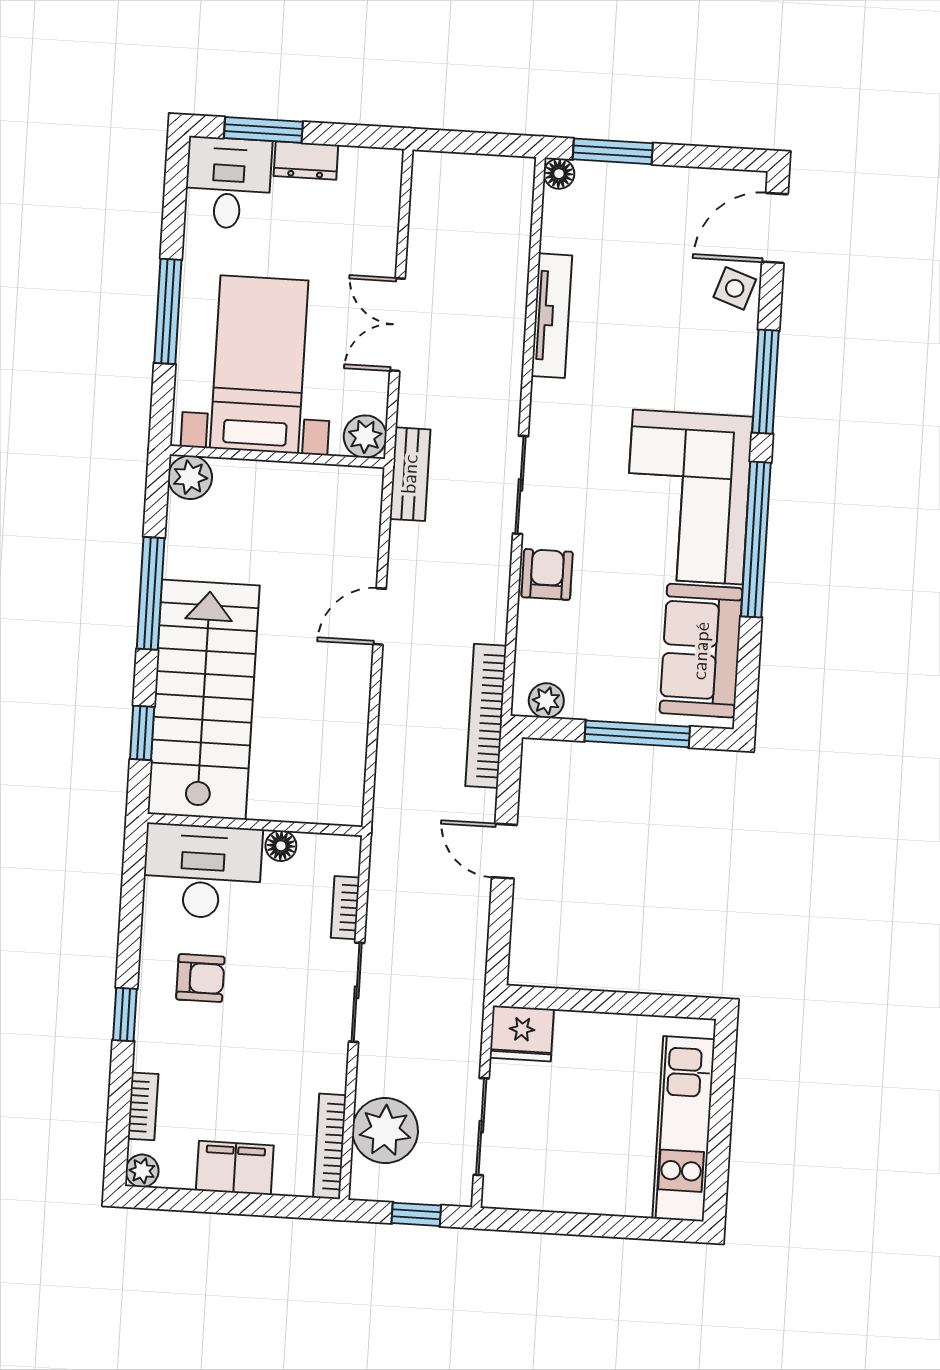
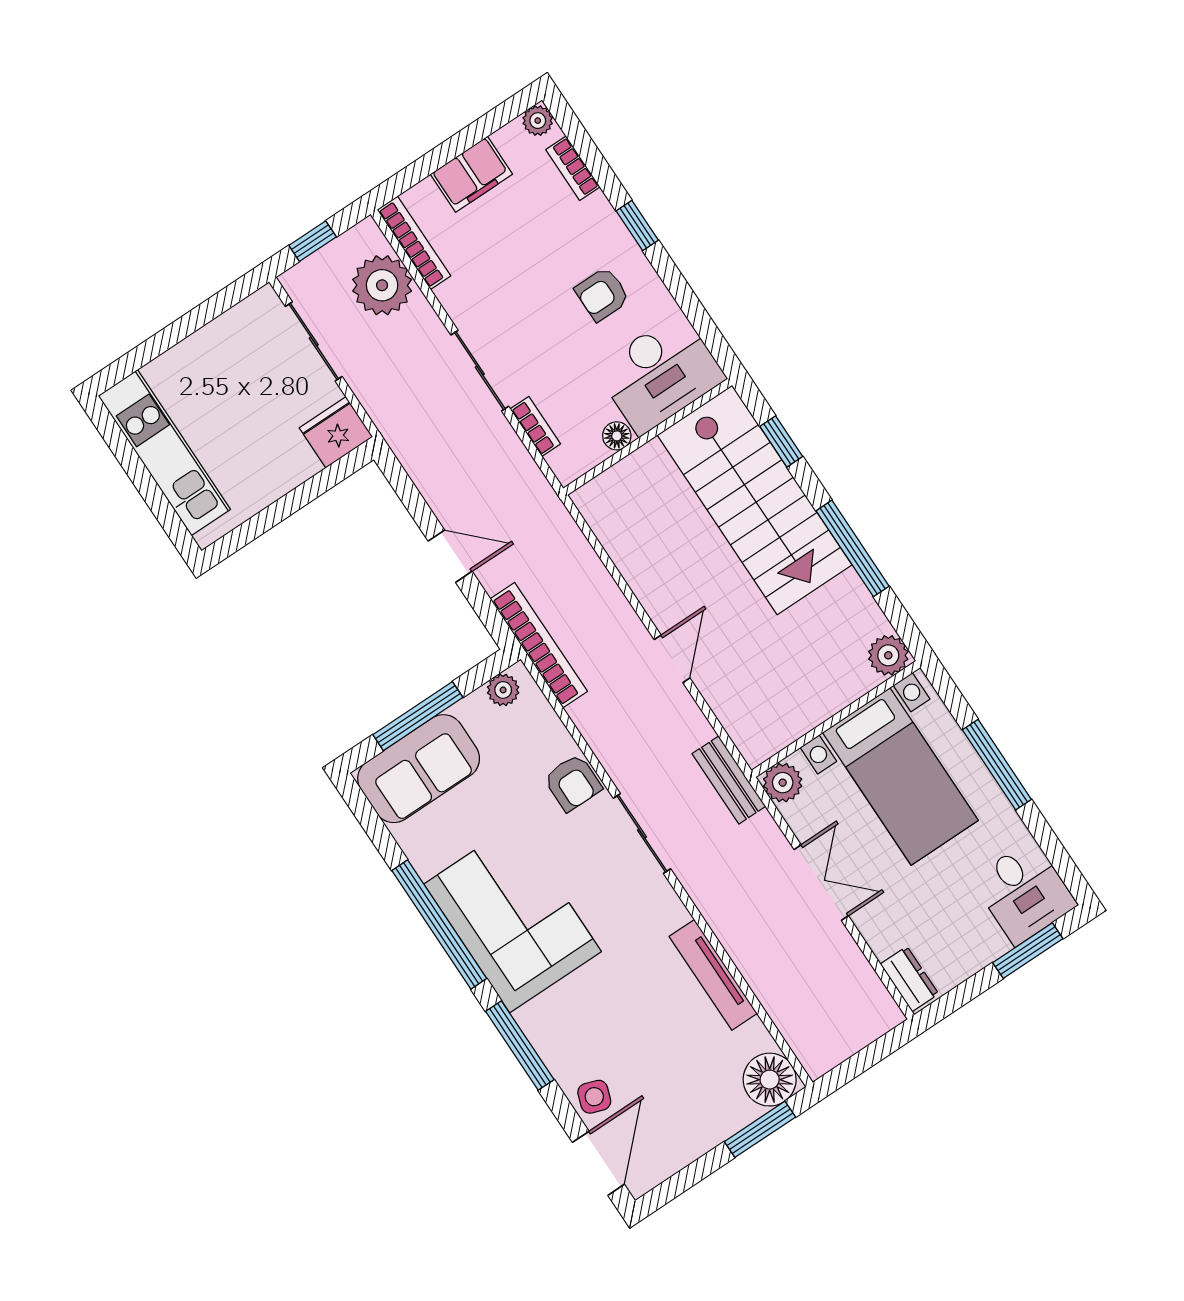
dresser: (306, 160) -> (909, 979), moved, turned 90
floor lamp: (559, 174) -> (770, 1080), width x1.89, depth x1.89
sofa: (701, 651) -> (419, 769), moved, turned 90

